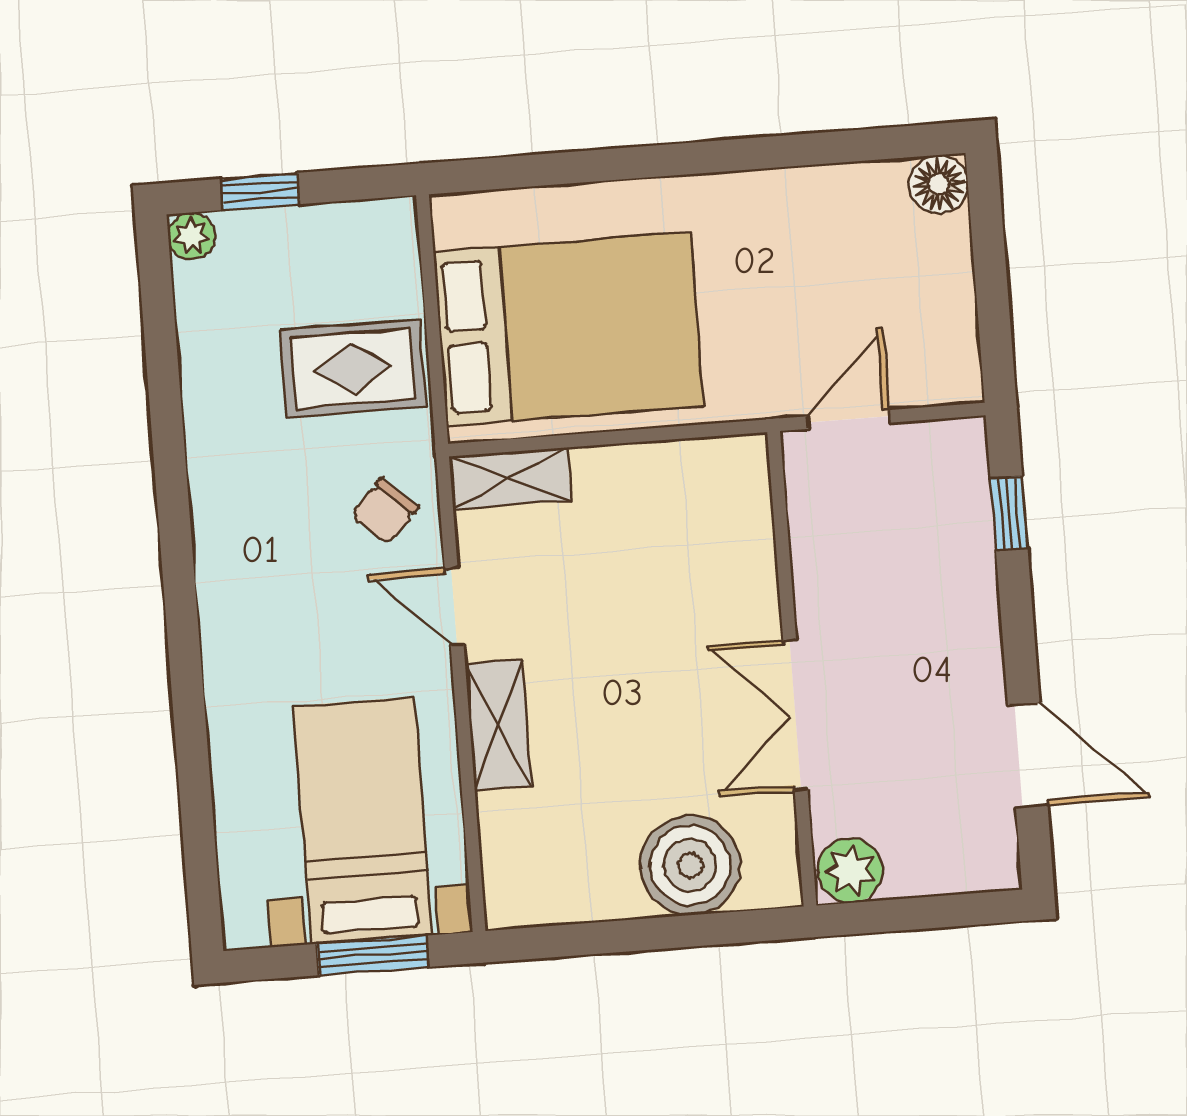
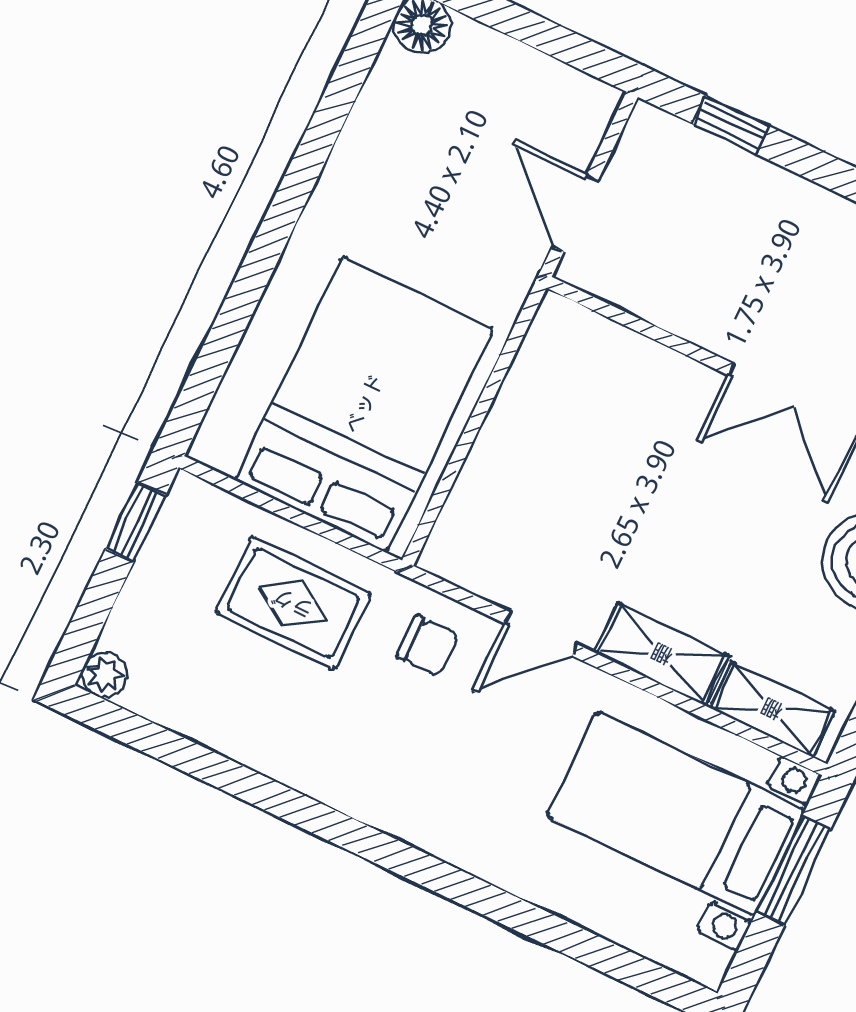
window: (260, 191) -> (136, 522), moved
rug: (353, 368) -> (293, 603), turned 90
shelving: (510, 478) -> (772, 709), moved, turned 90
chair: (385, 511) -> (428, 646), turned -43

